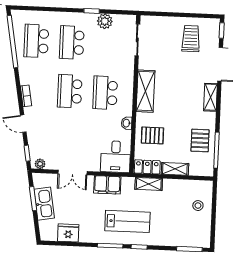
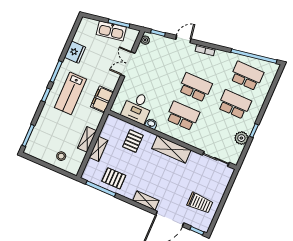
desk: (116, 157) -> (137, 108), moved, turned -90
locker: (147, 167) -> (109, 127), removed
shelving: (149, 184) -> (87, 139), moved
filing cabinet: (107, 185) -> (102, 99), moved
fridge: (68, 233) -> (75, 52), moved

